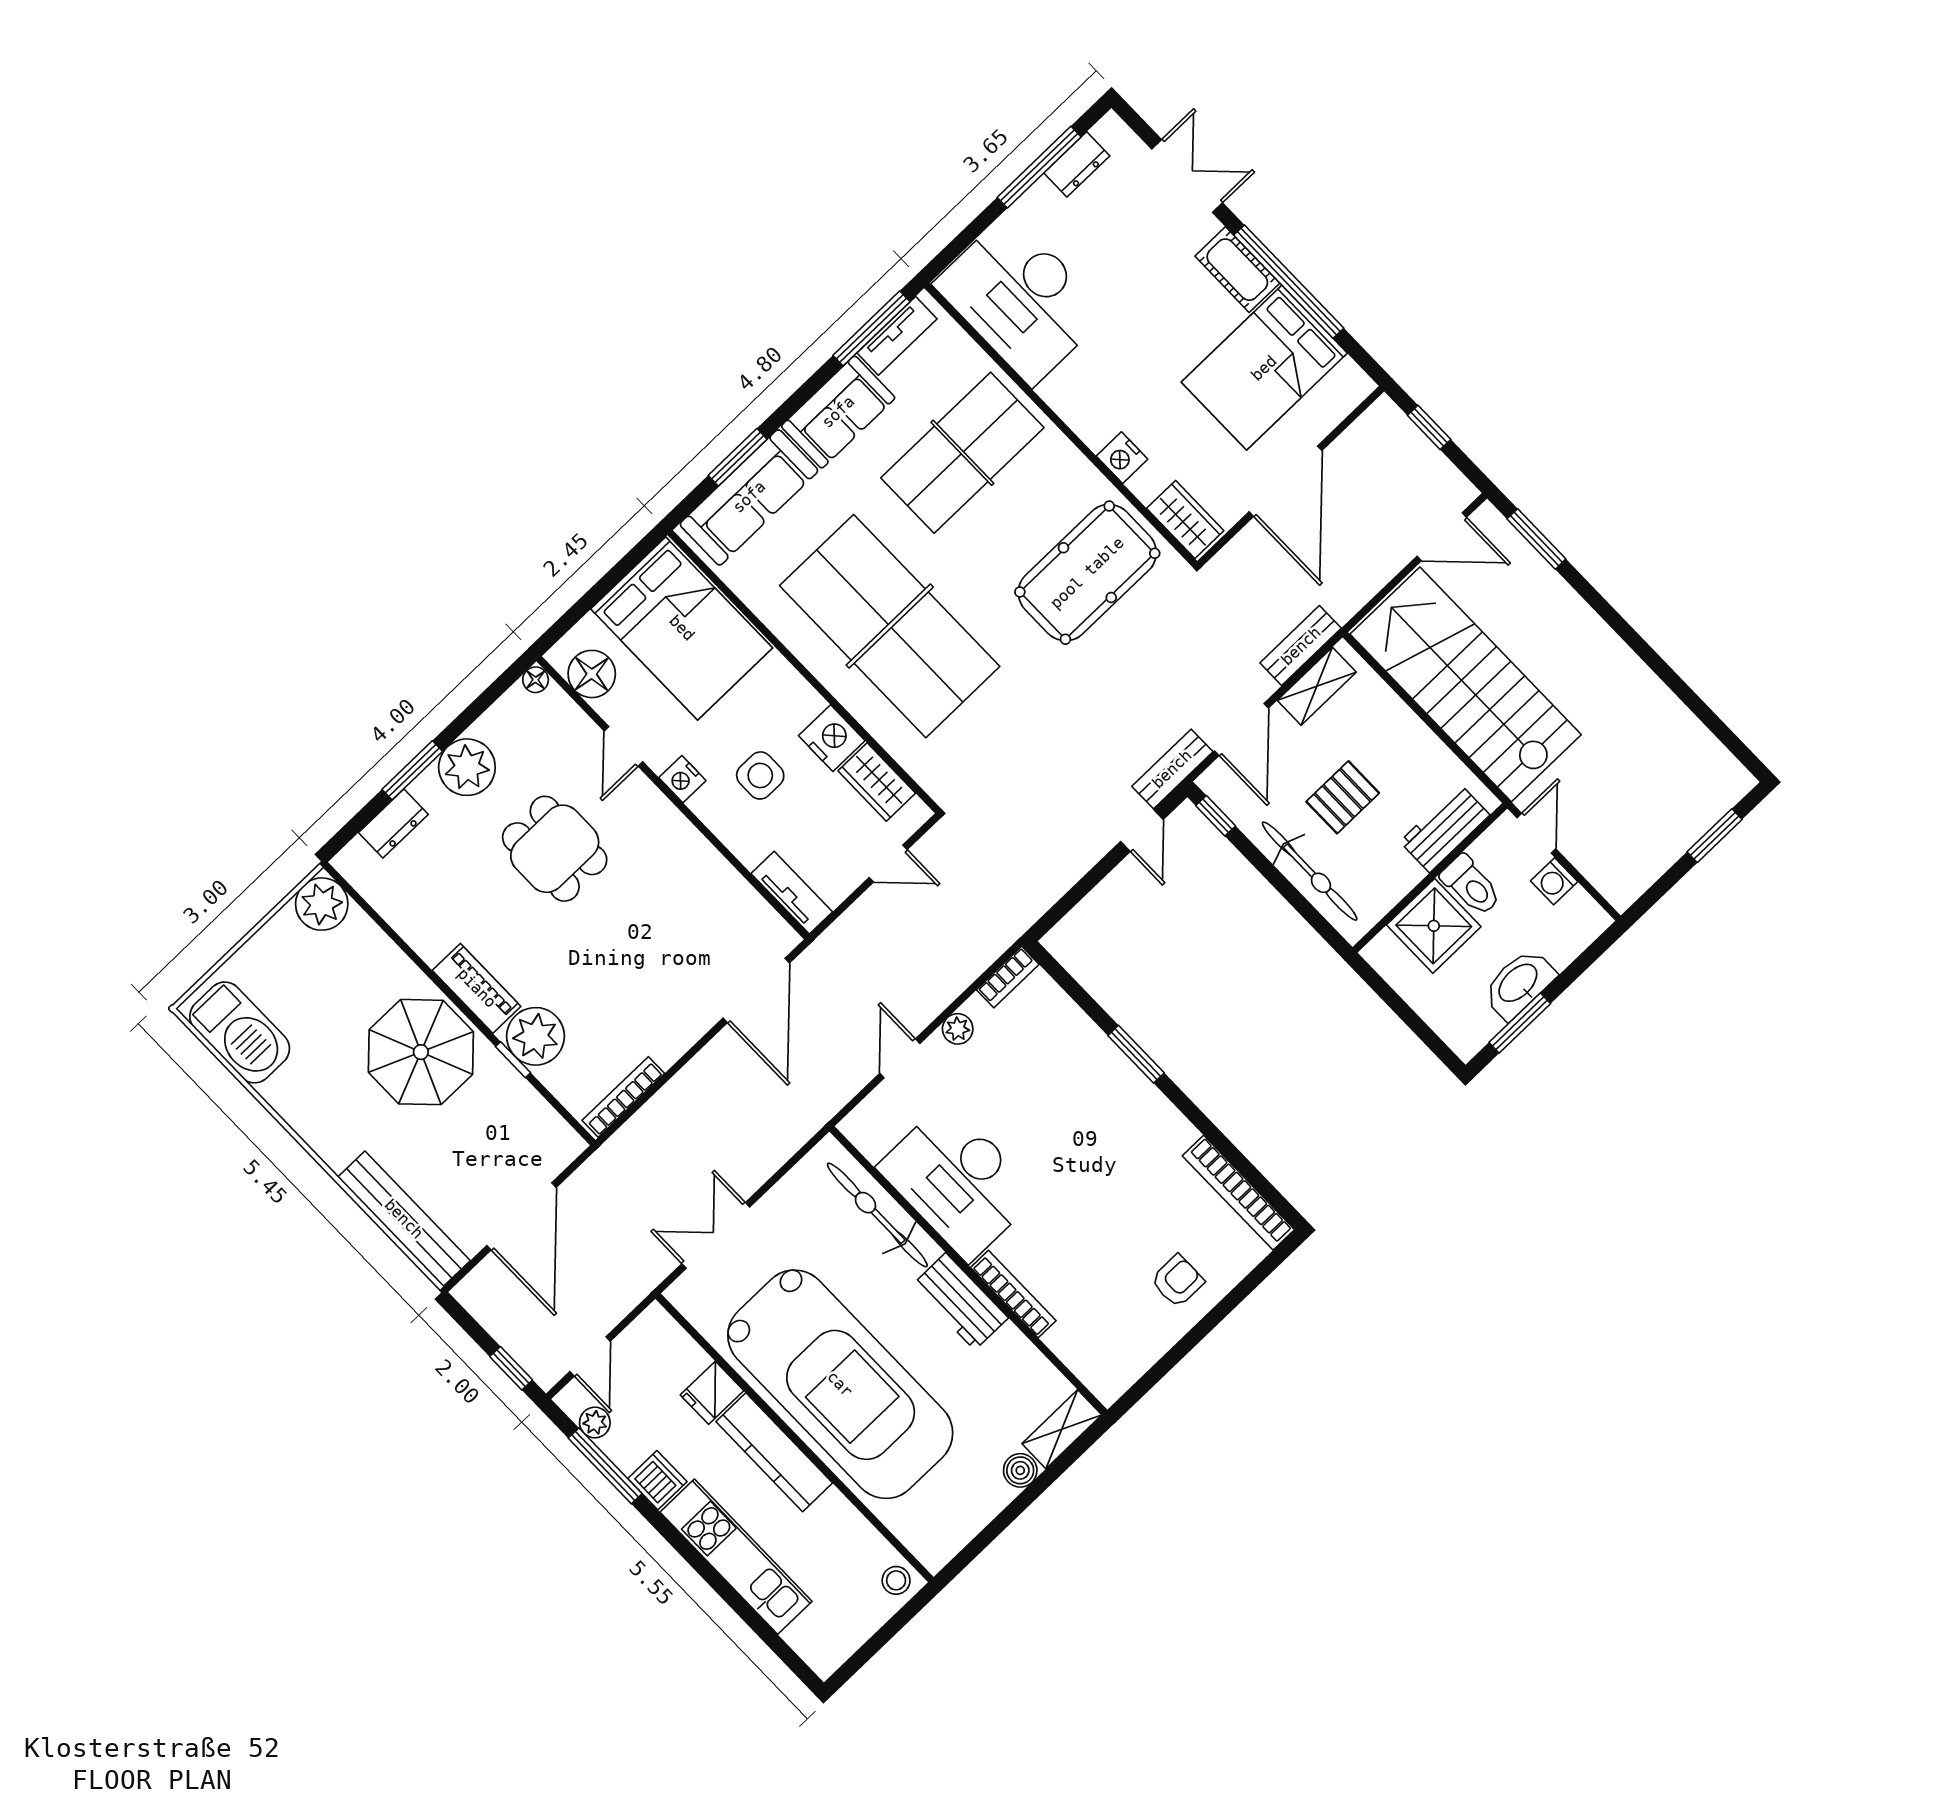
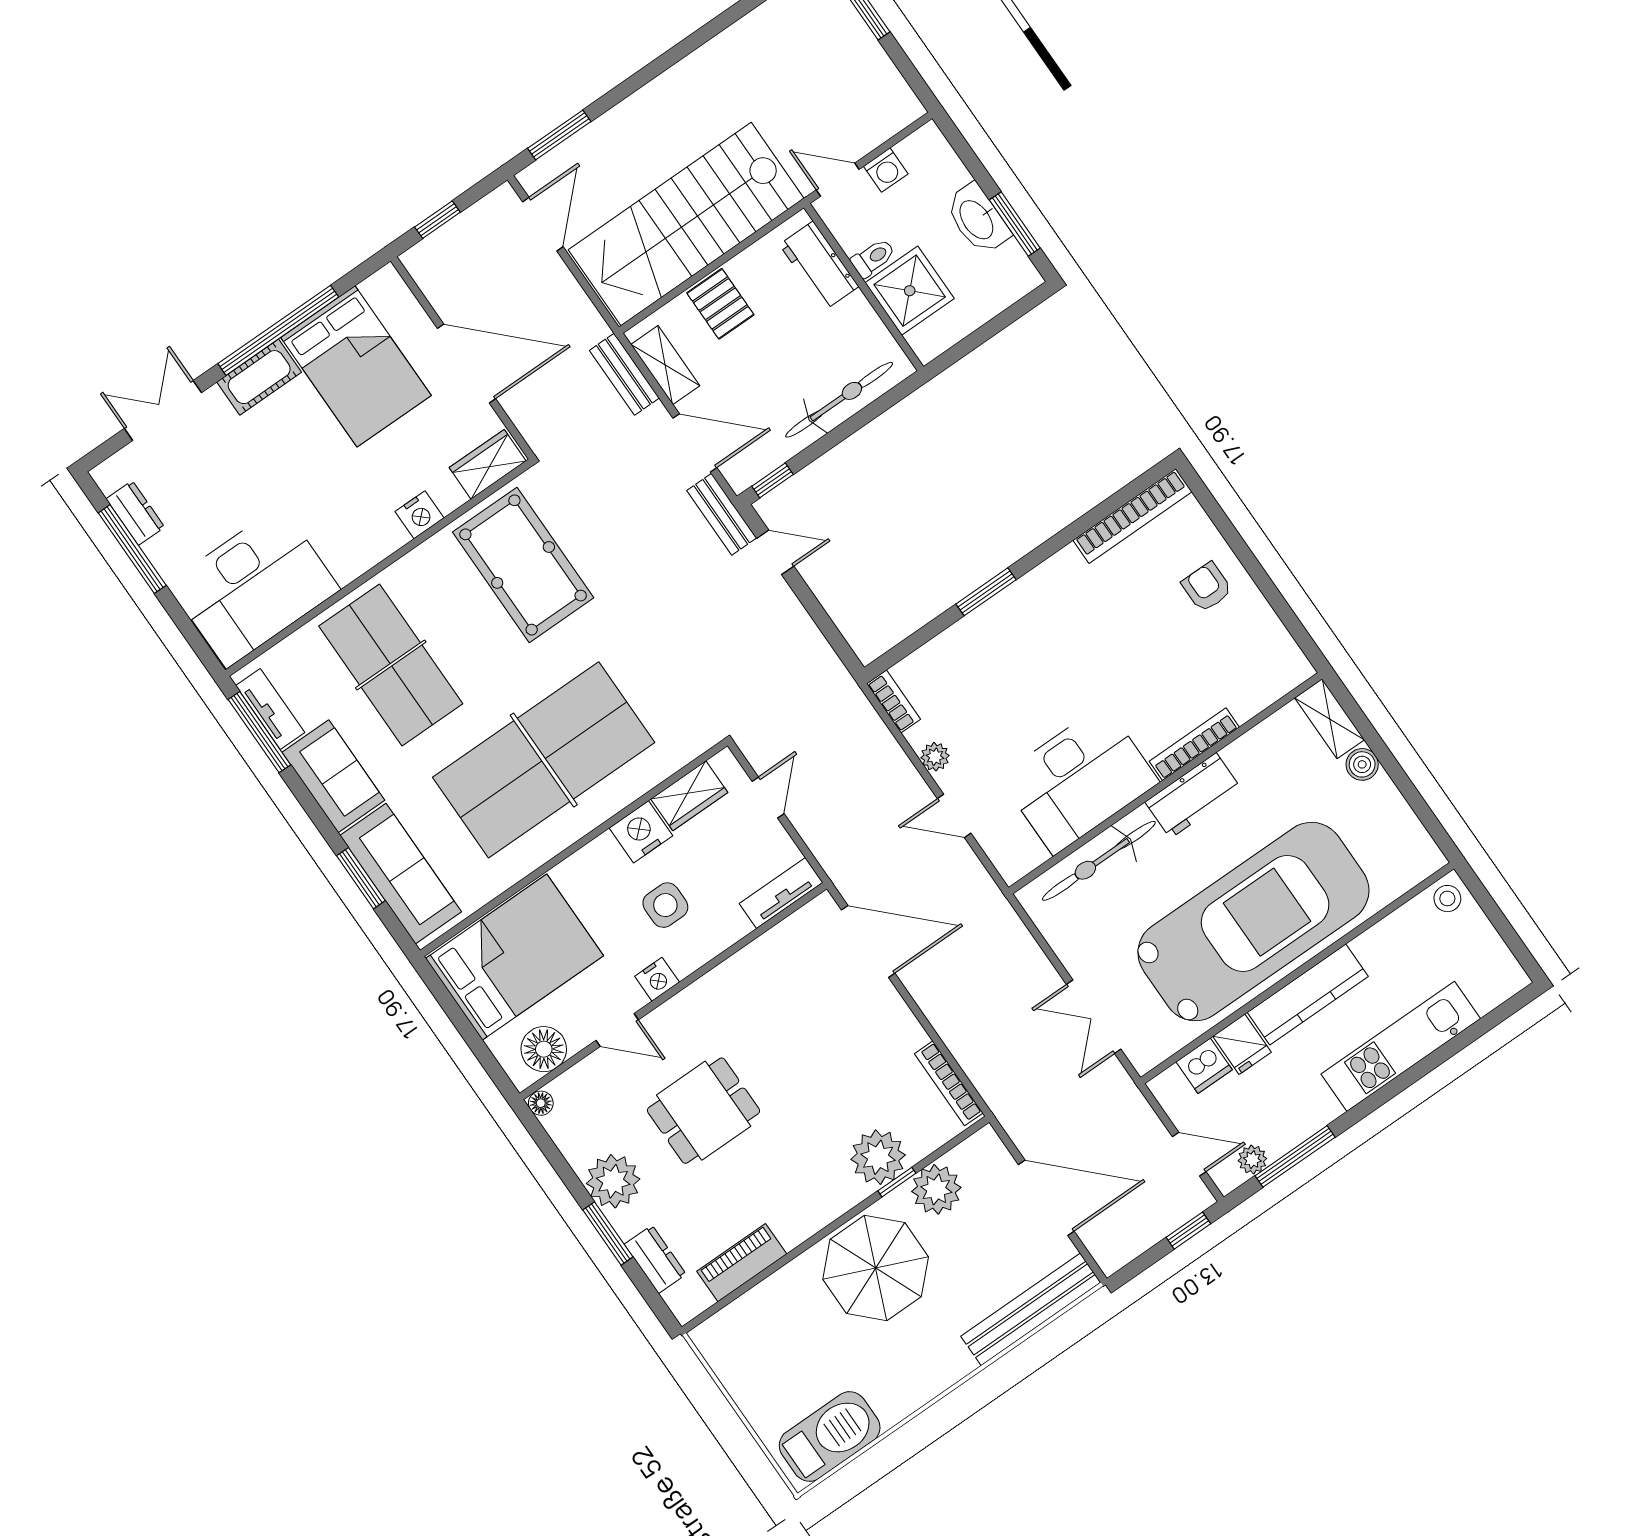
pallet: (1343, 797) -> (720, 304), moved
toilet: (1471, 885) -> (873, 258), width x0.73, depth x0.72
plant: (322, 904) -> (936, 1189), moved
piano: (477, 988) -> (742, 1263), moved
dishwasher: (657, 1480) -> (1204, 1066), moved, turned 180

